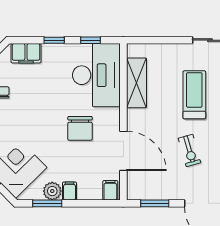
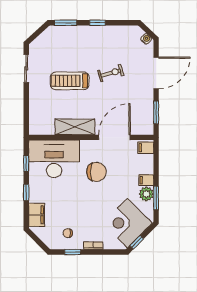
shelving: (137, 83) -> (75, 127), moved
exercise bike: (190, 151) -> (111, 73), moved

